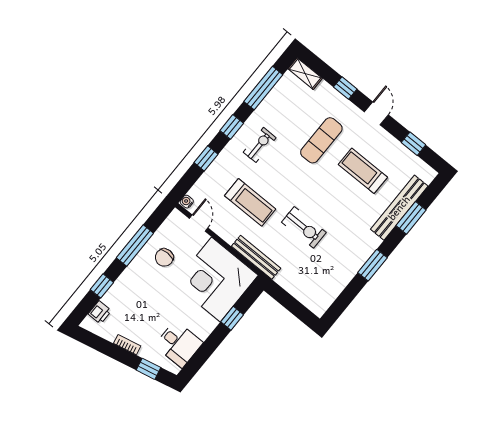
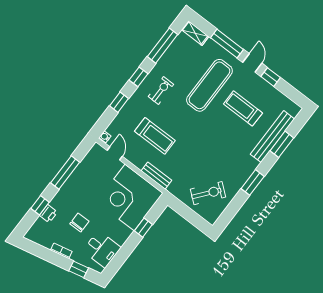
window: (345, 88) -> (227, 44), width x2.17
exercise mat: (321, 140) -> (209, 85), width x1.36, depth x1.45
window: (414, 144) -> (271, 77), moved
exercise bike: (304, 227) -> (208, 193), moved, turned -51
chair: (164, 257) -> (79, 222), moved, turned 180
bench: (256, 257) -> (156, 176), width x0.73
printer: (100, 312) -> (48, 214), moved

